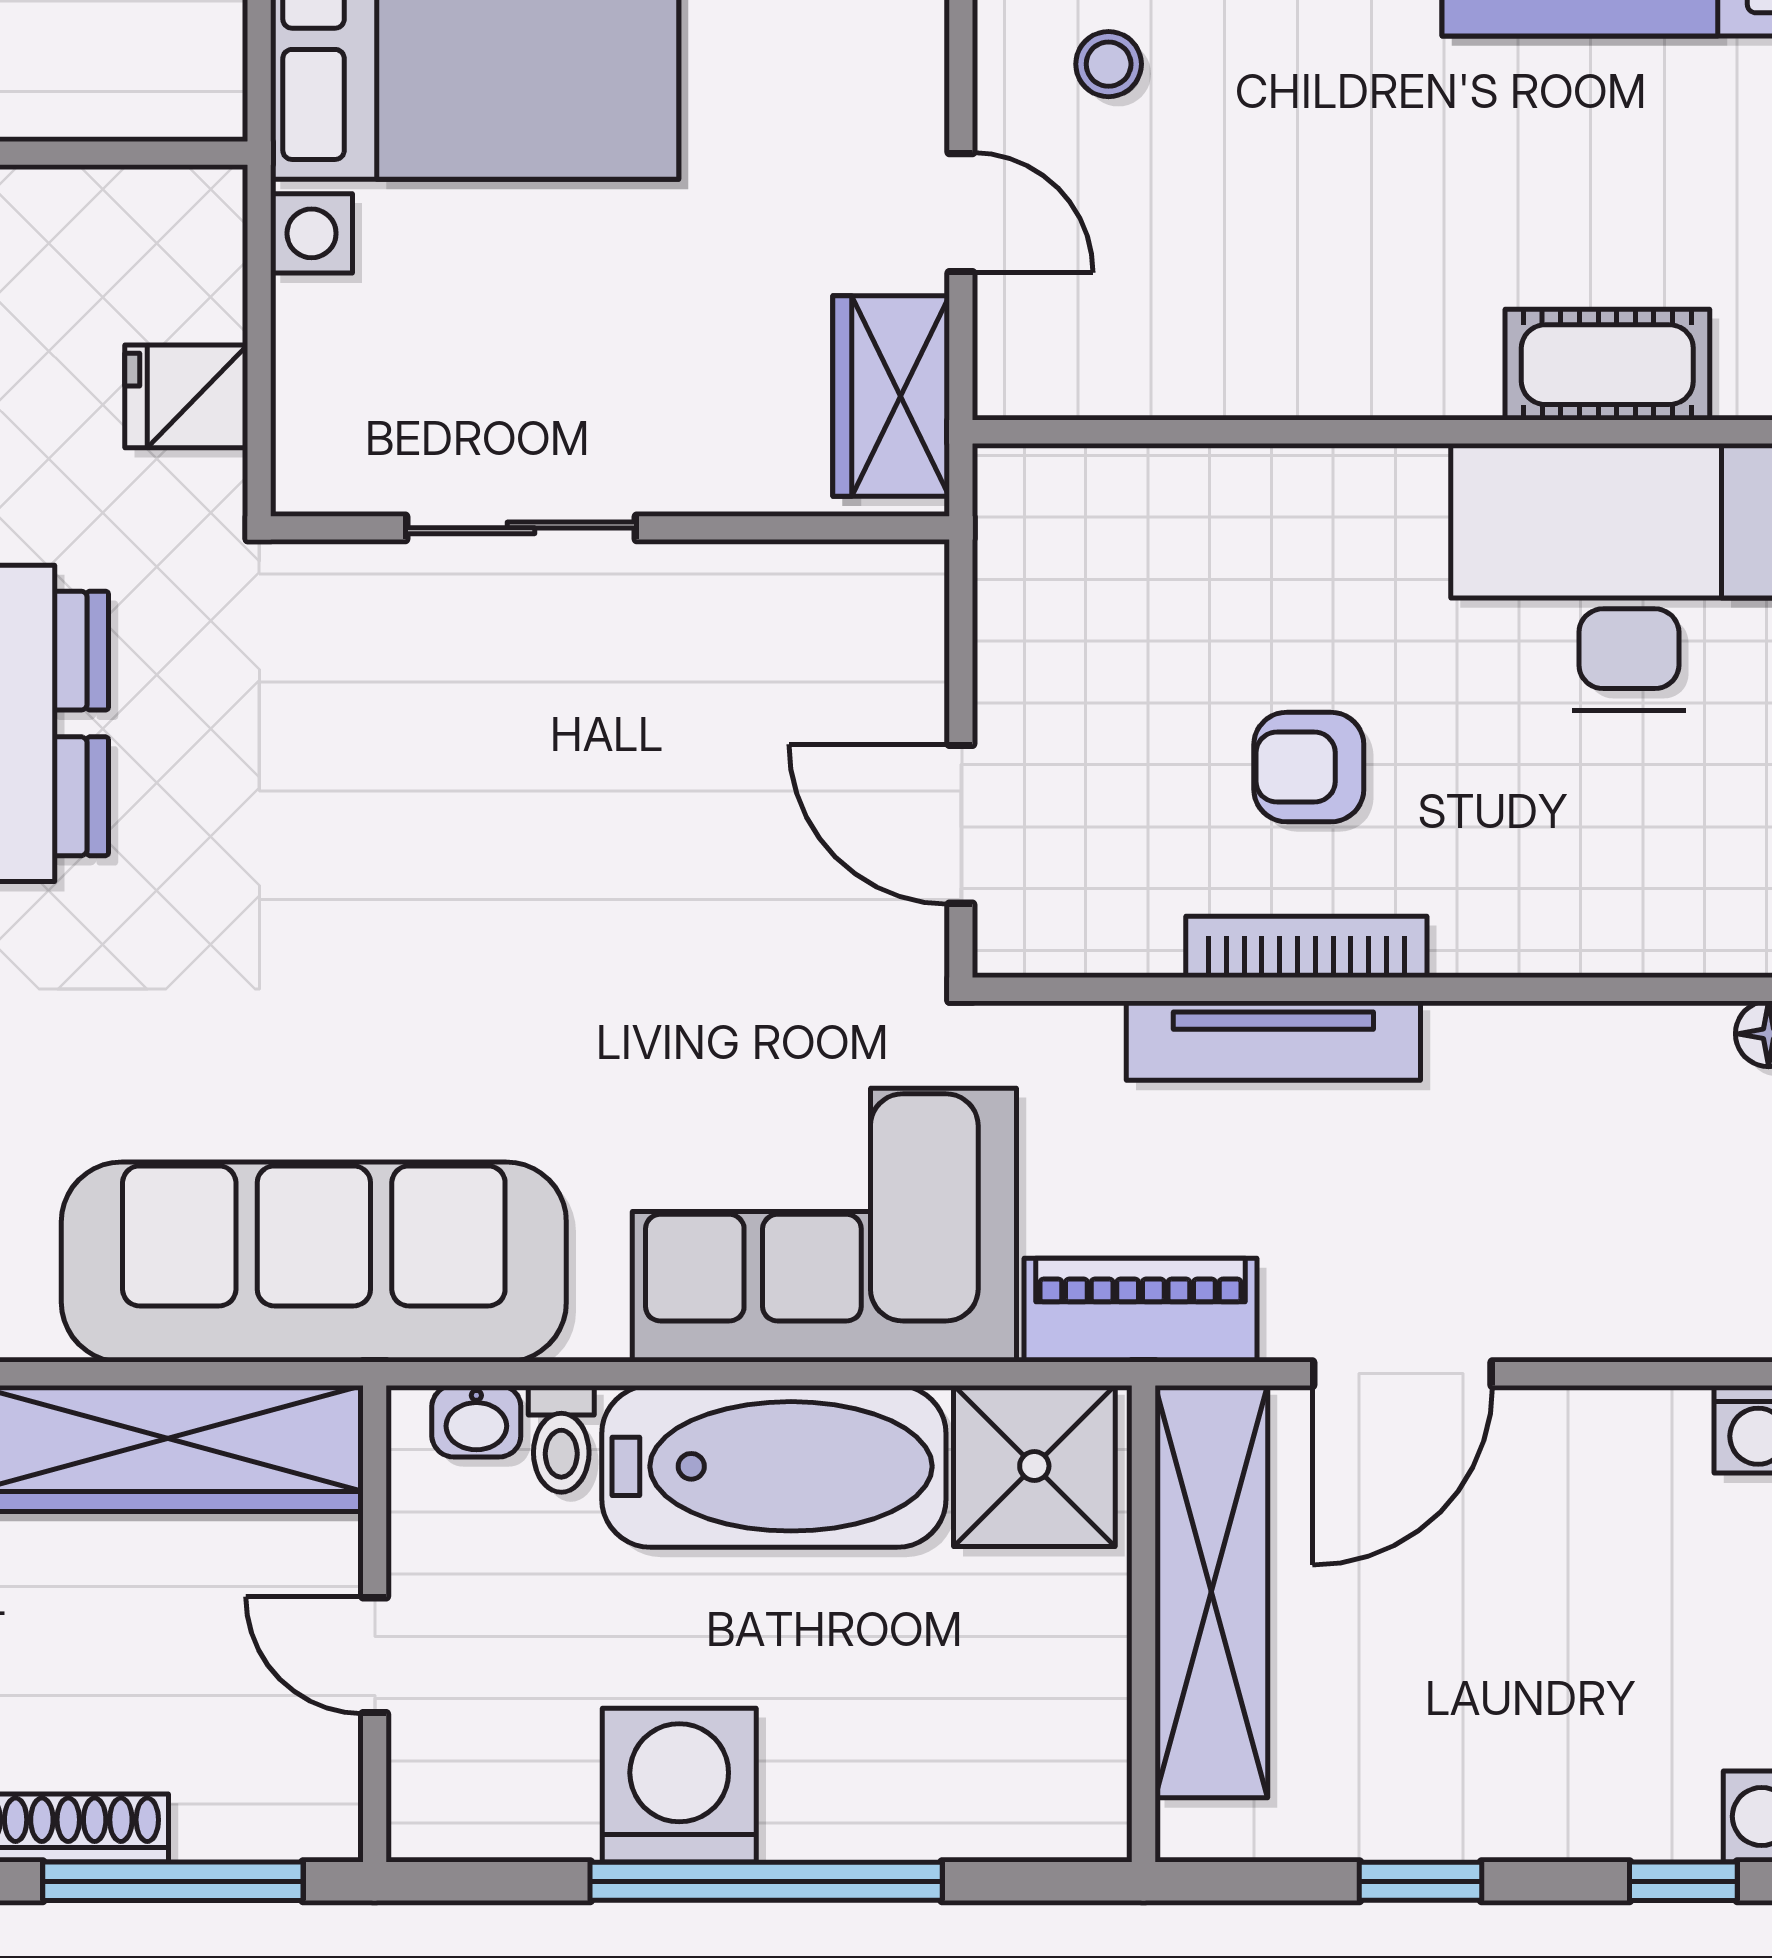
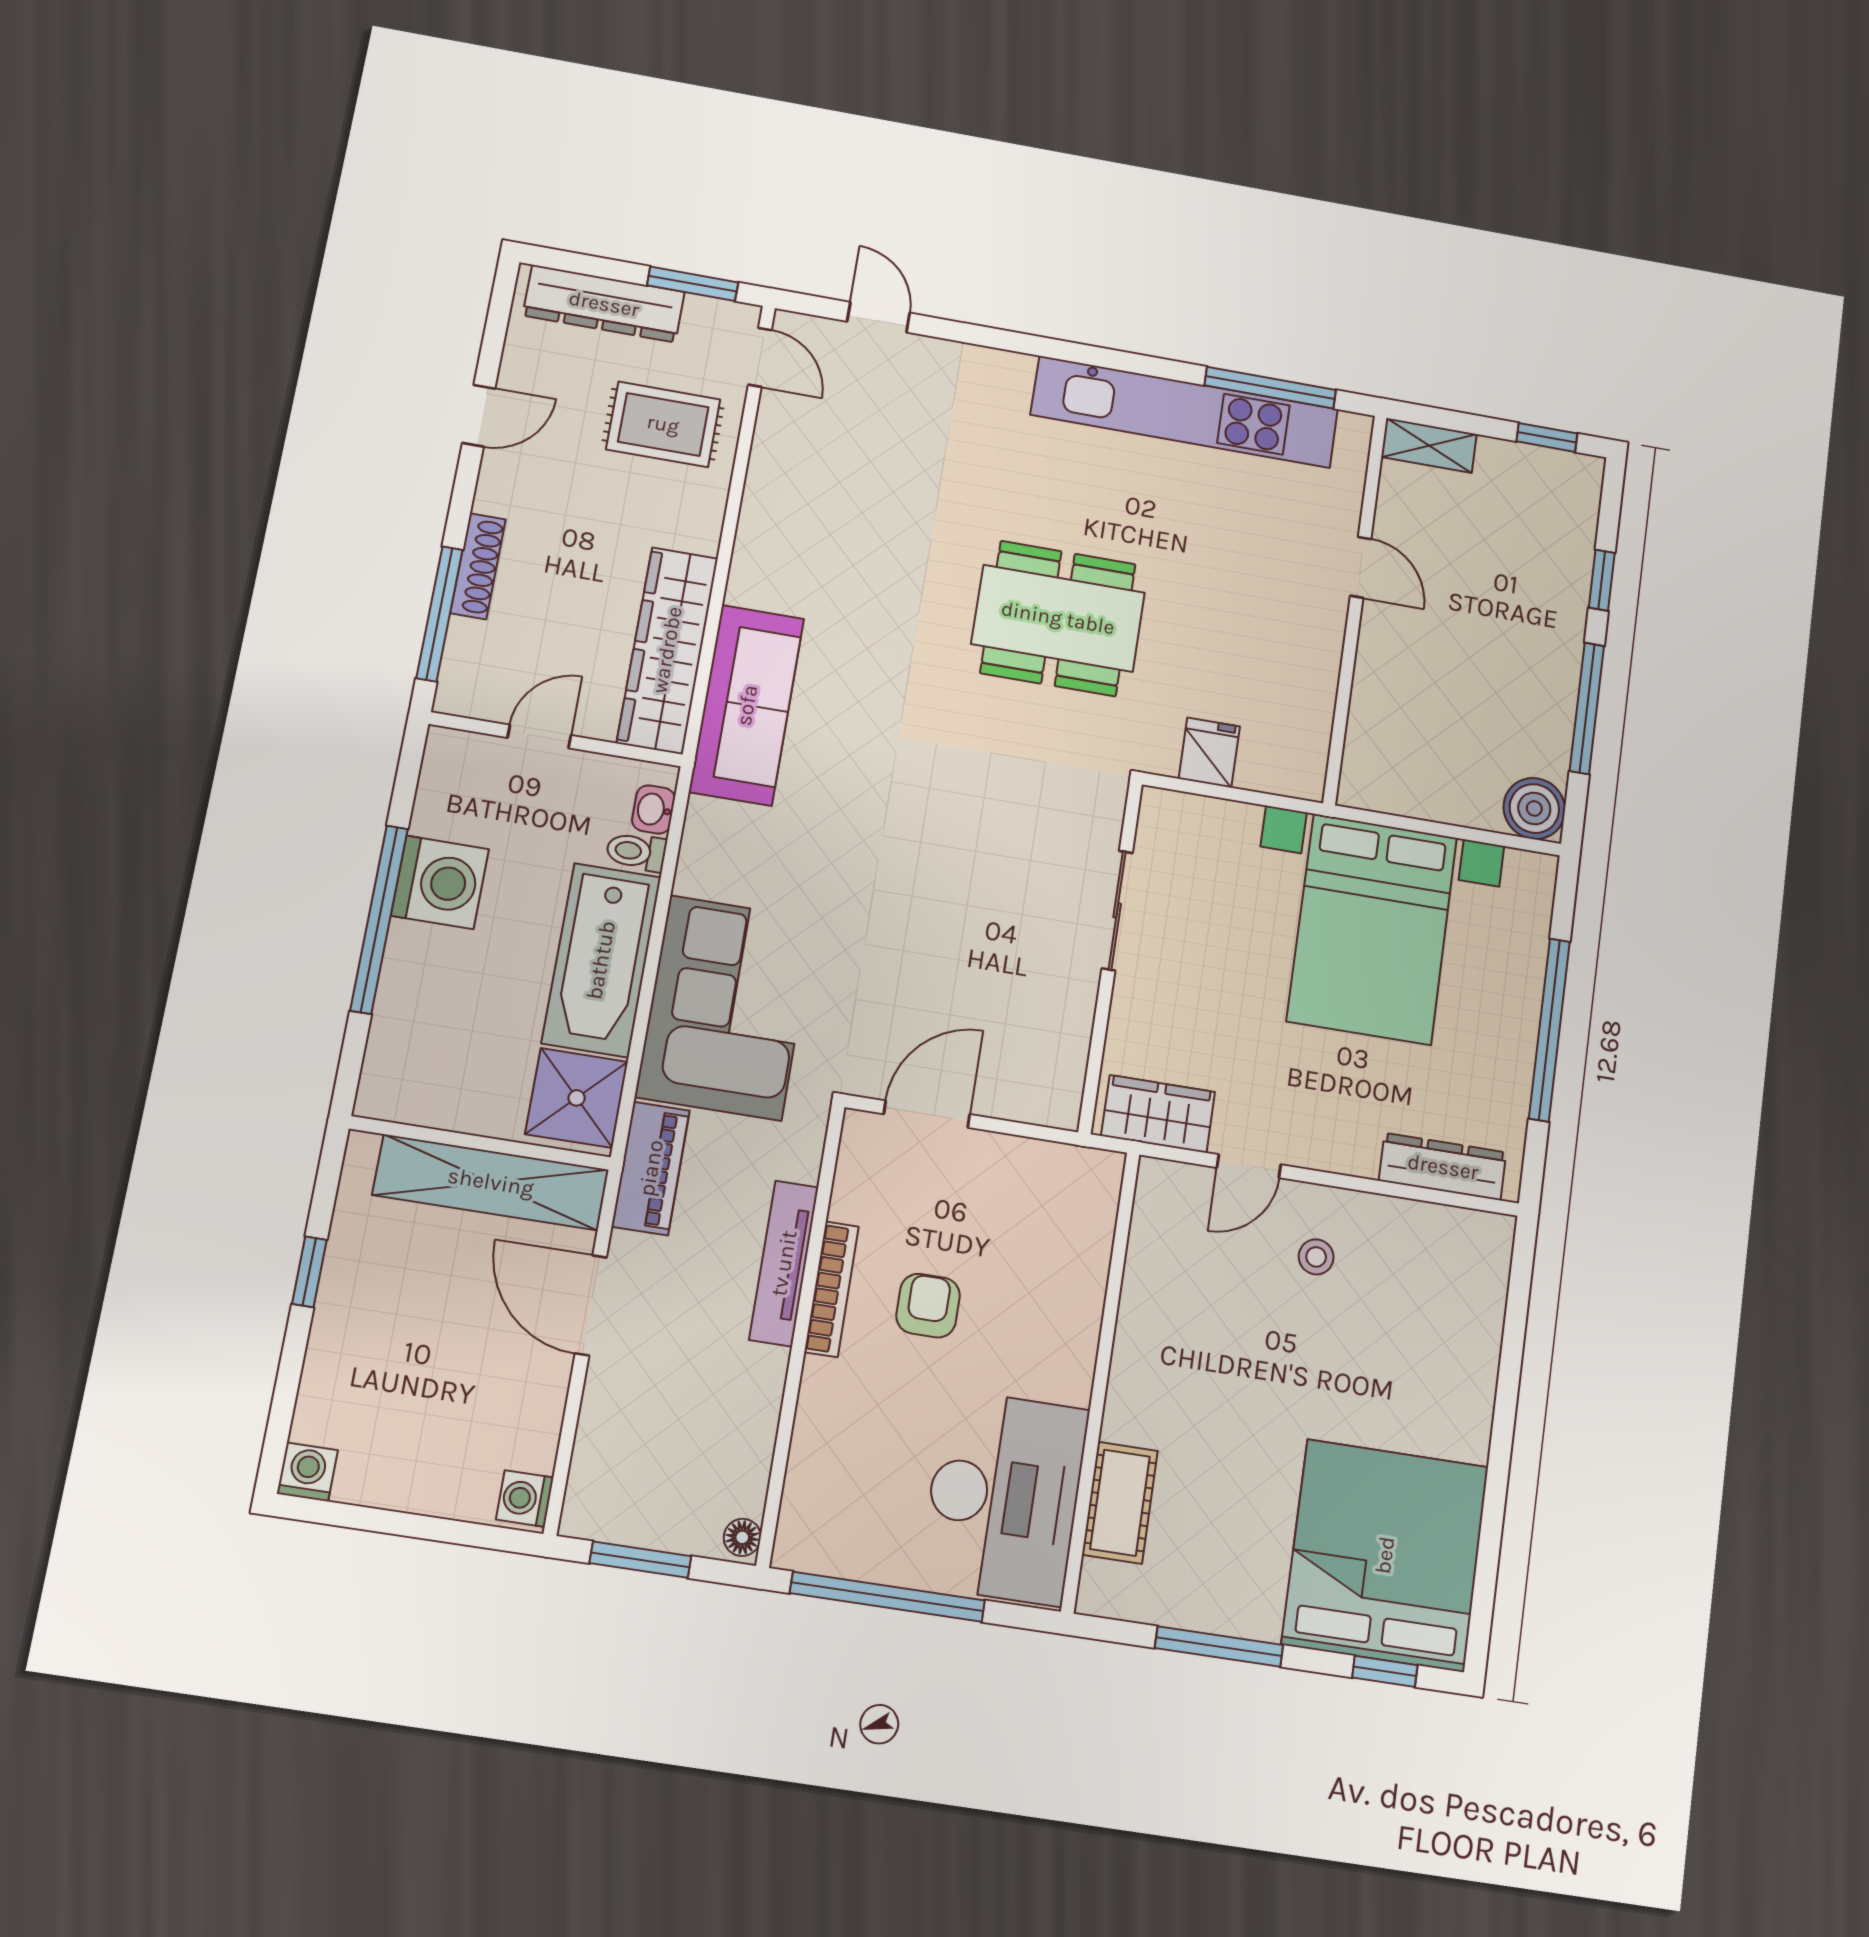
sofa: (314, 1262) -> (747, 705), width x0.74, depth x0.79
window: (1683, 1881) -> (280, 1418), removed

